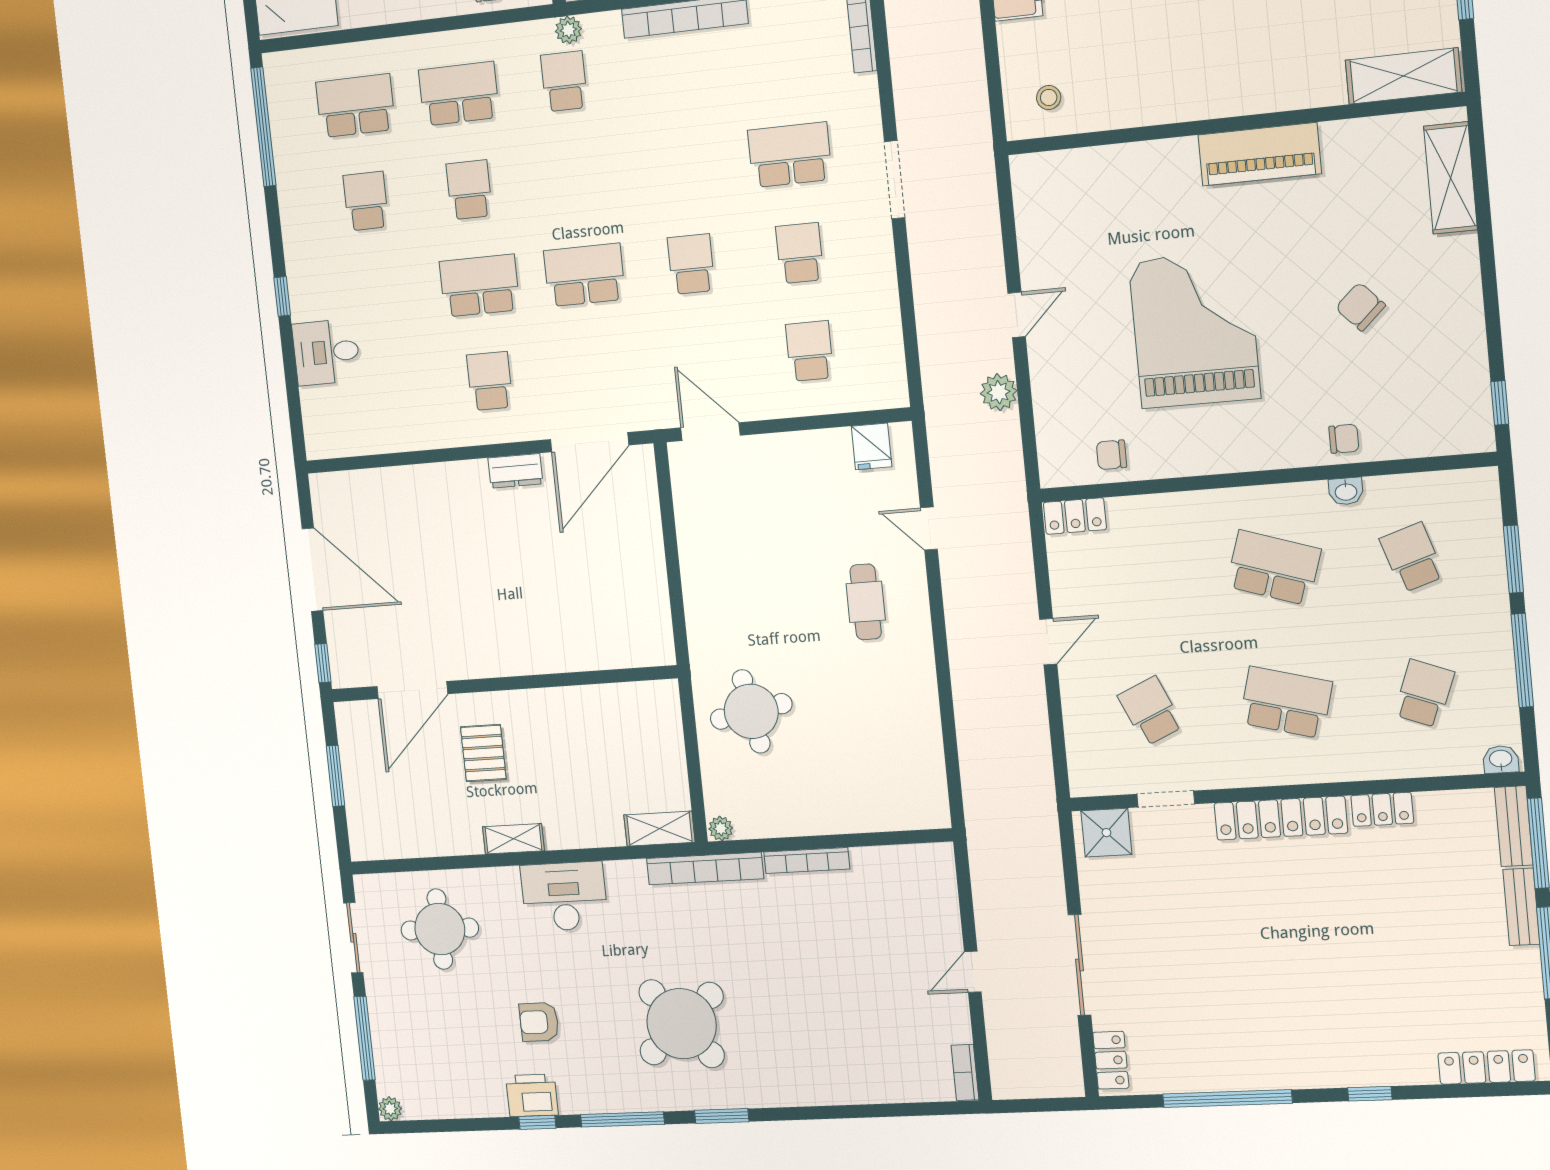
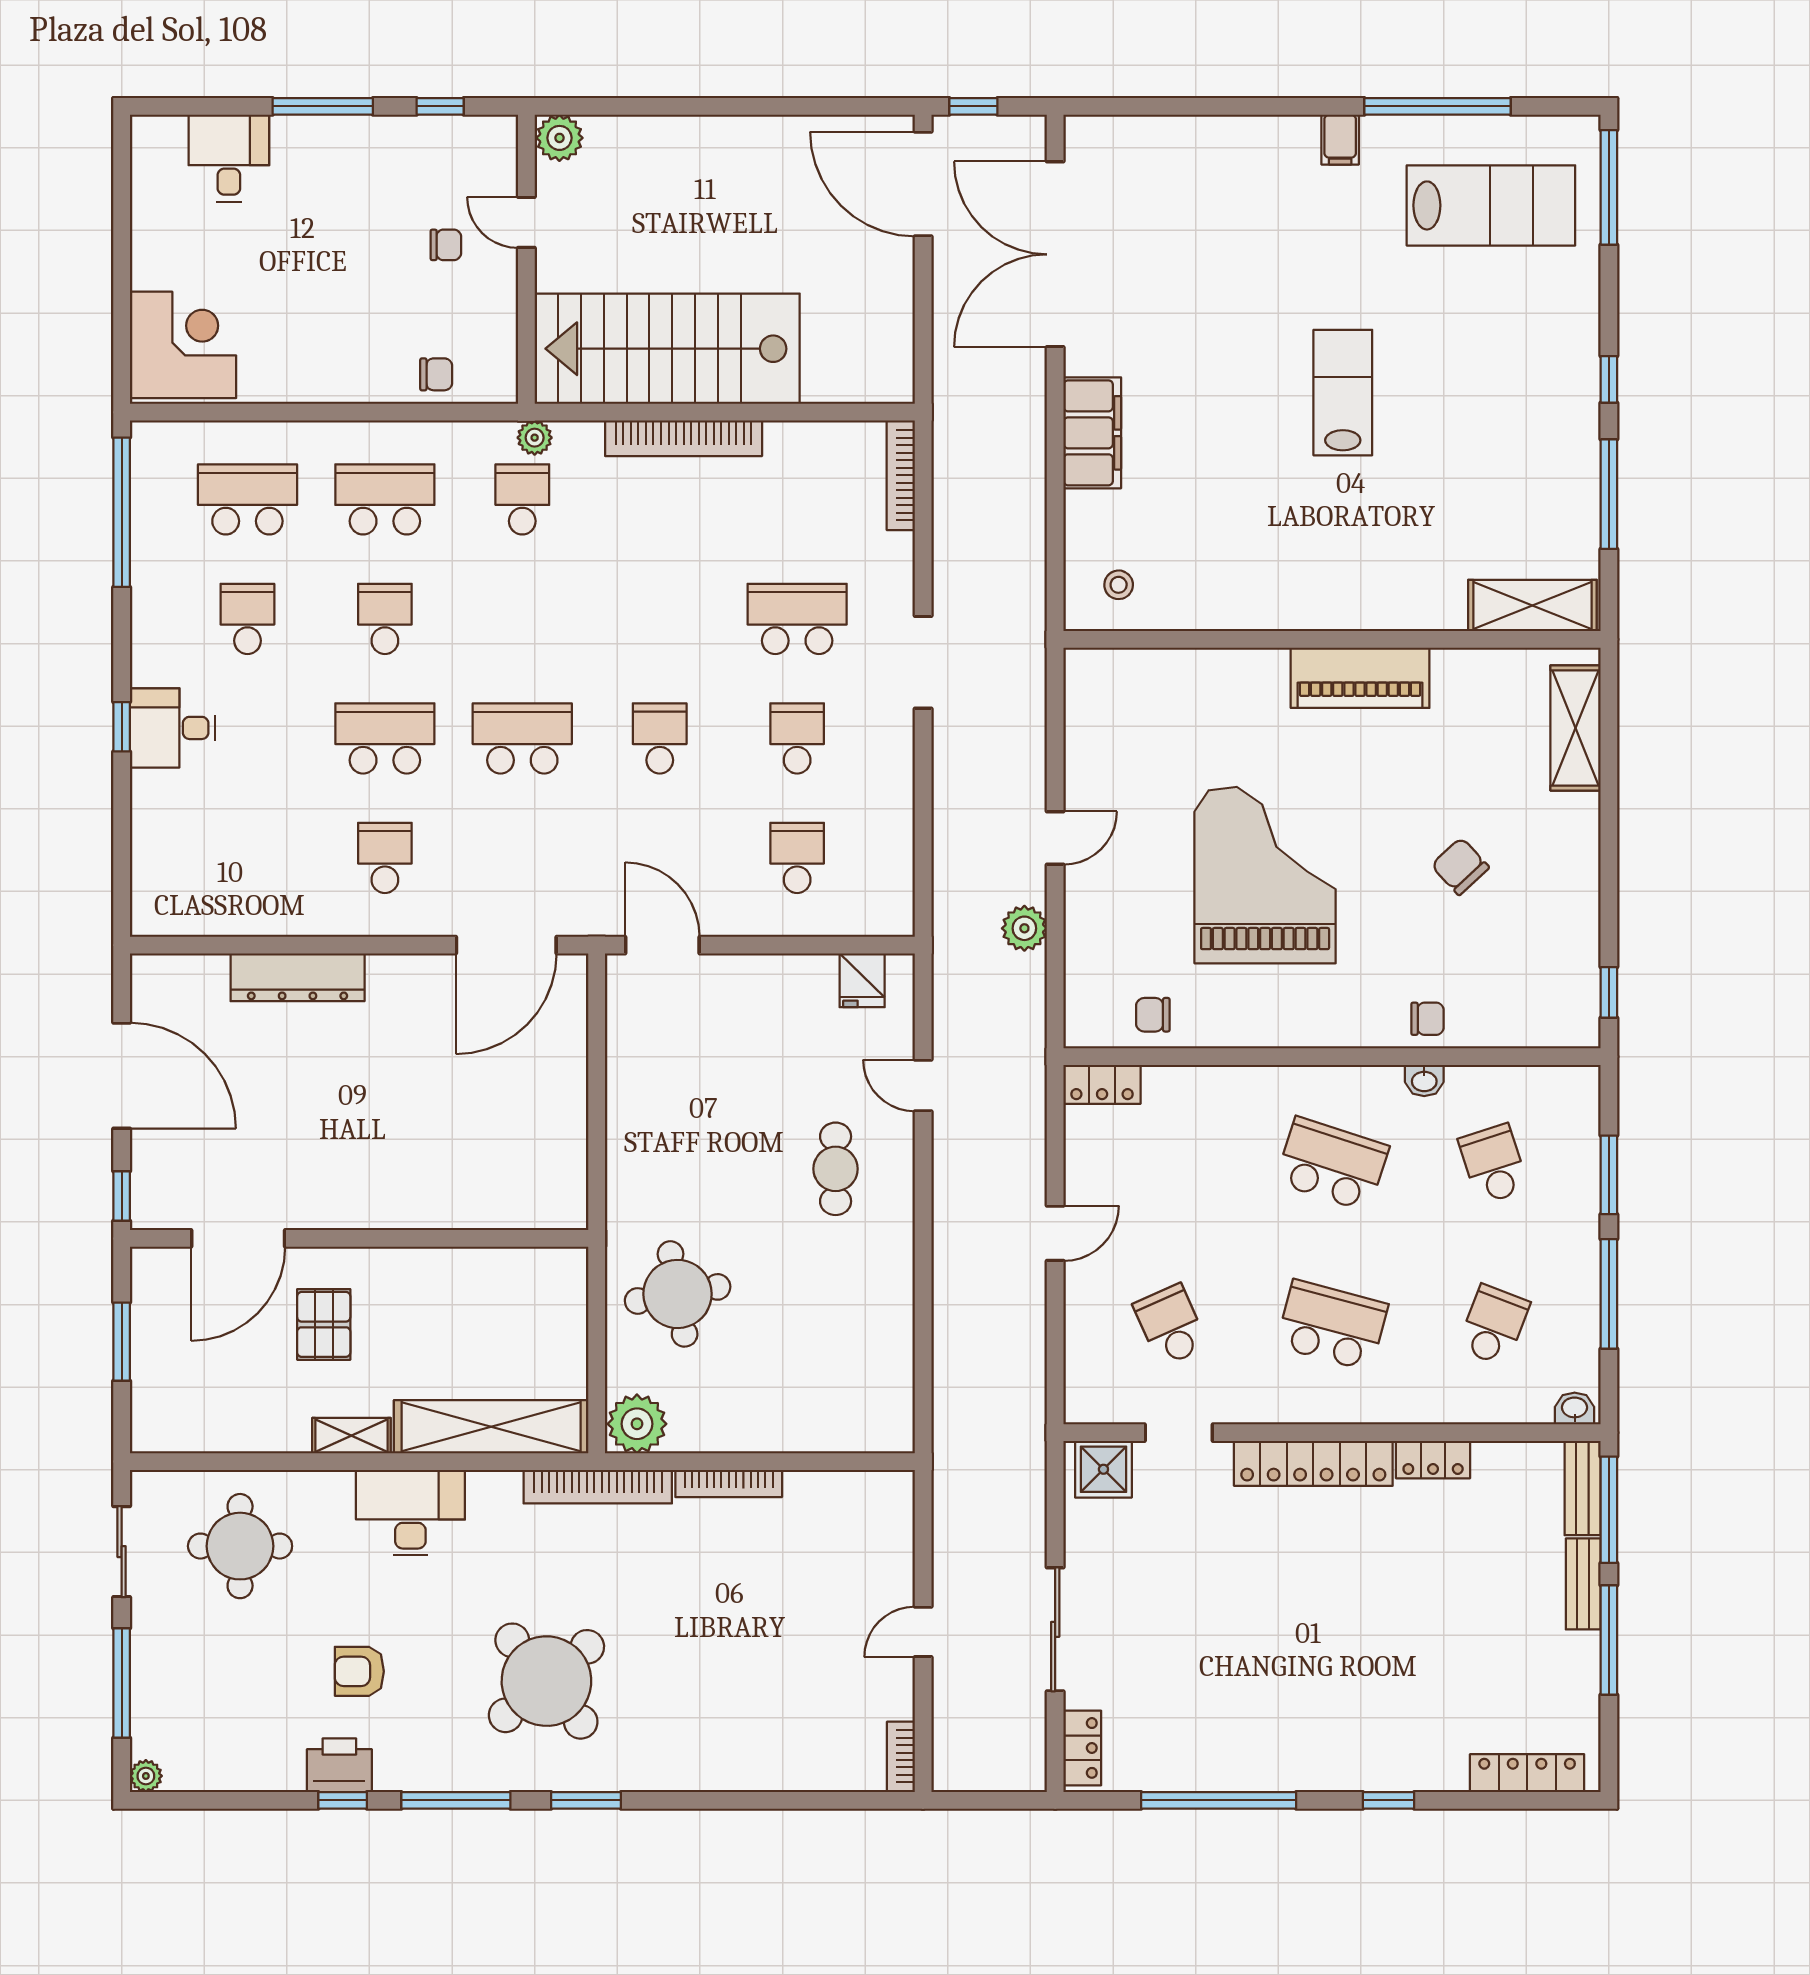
desk: (326, 352) -> (173, 728), moved
dresser: (515, 471) -> (298, 977), moved, width x1.96, depth x1.24
plant: (721, 828) -> (637, 1424), width x1.87, depth x1.87
shelving: (659, 829) -> (491, 1427), width x2.20, depth x1.33

